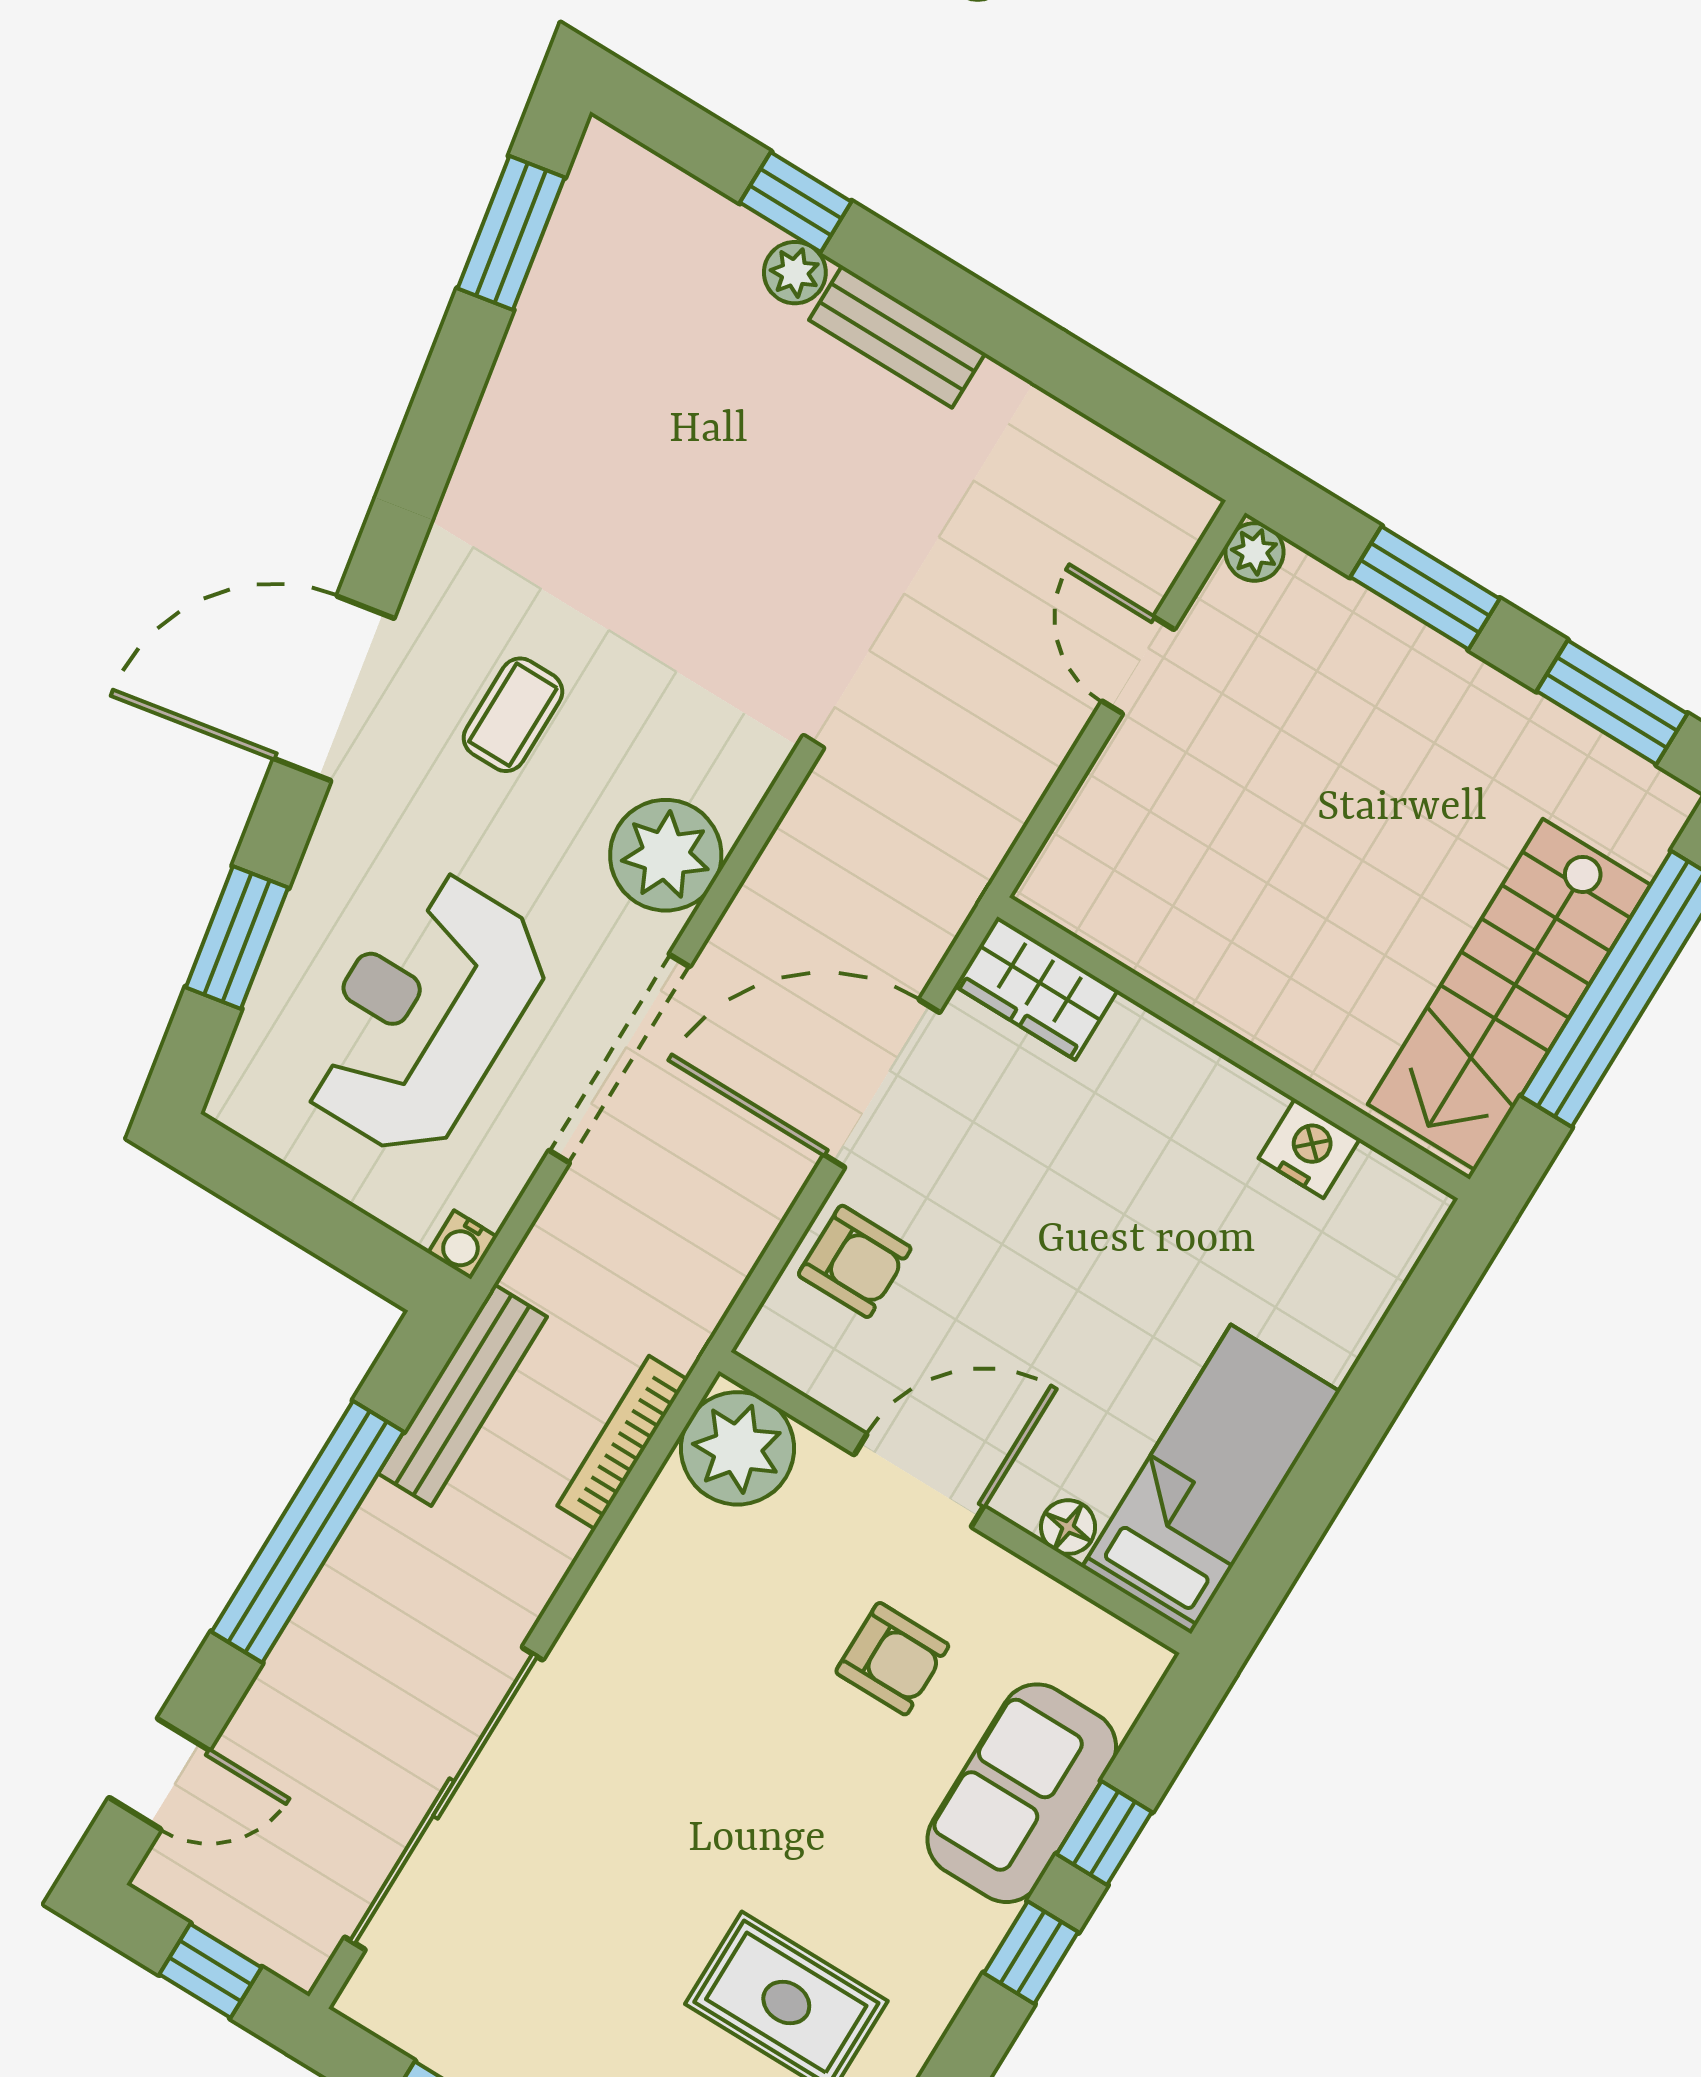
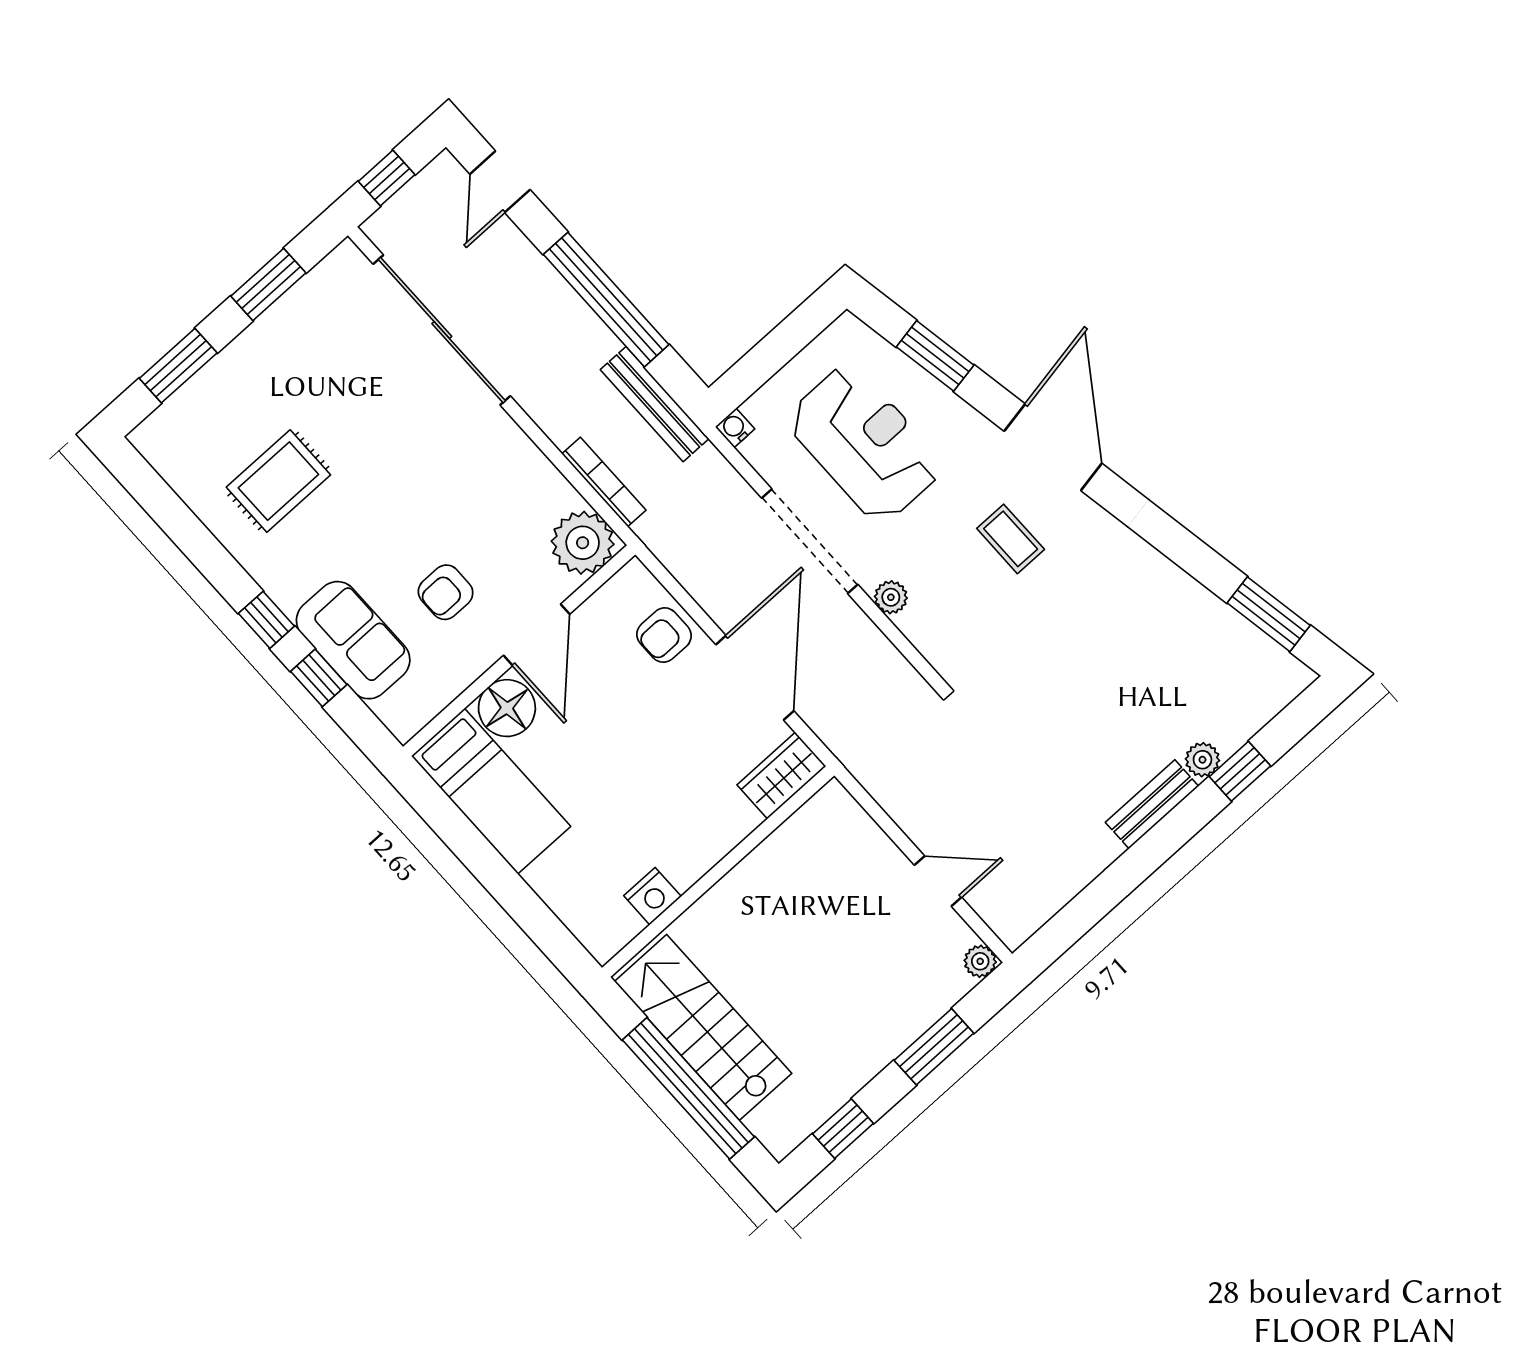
window: (1612, 702) -> (843, 1129), width x0.67
plant: (666, 855) -> (891, 597), width x0.53, depth x0.53
floor lamp: (1068, 1527) -> (507, 708), width x1.89, depth x1.89

